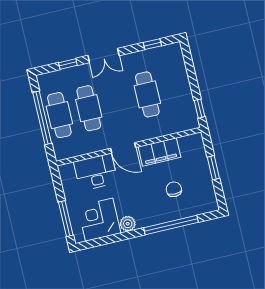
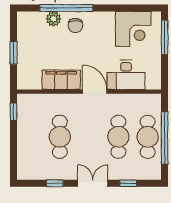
window: (152, 44) -> (55, 183), moved
chair: (174, 189) -> (75, 25), moved
plant: (128, 224) -> (54, 19), moved

